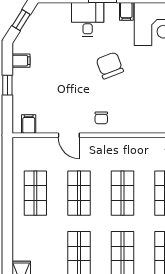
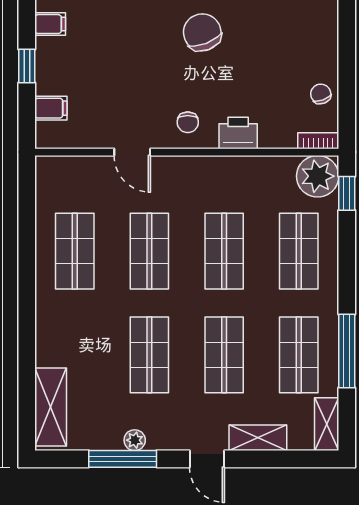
filing cabinet: (29, 124) -> (51, 108), moved, turned 90
printer: (131, 124) -> (238, 133), added

